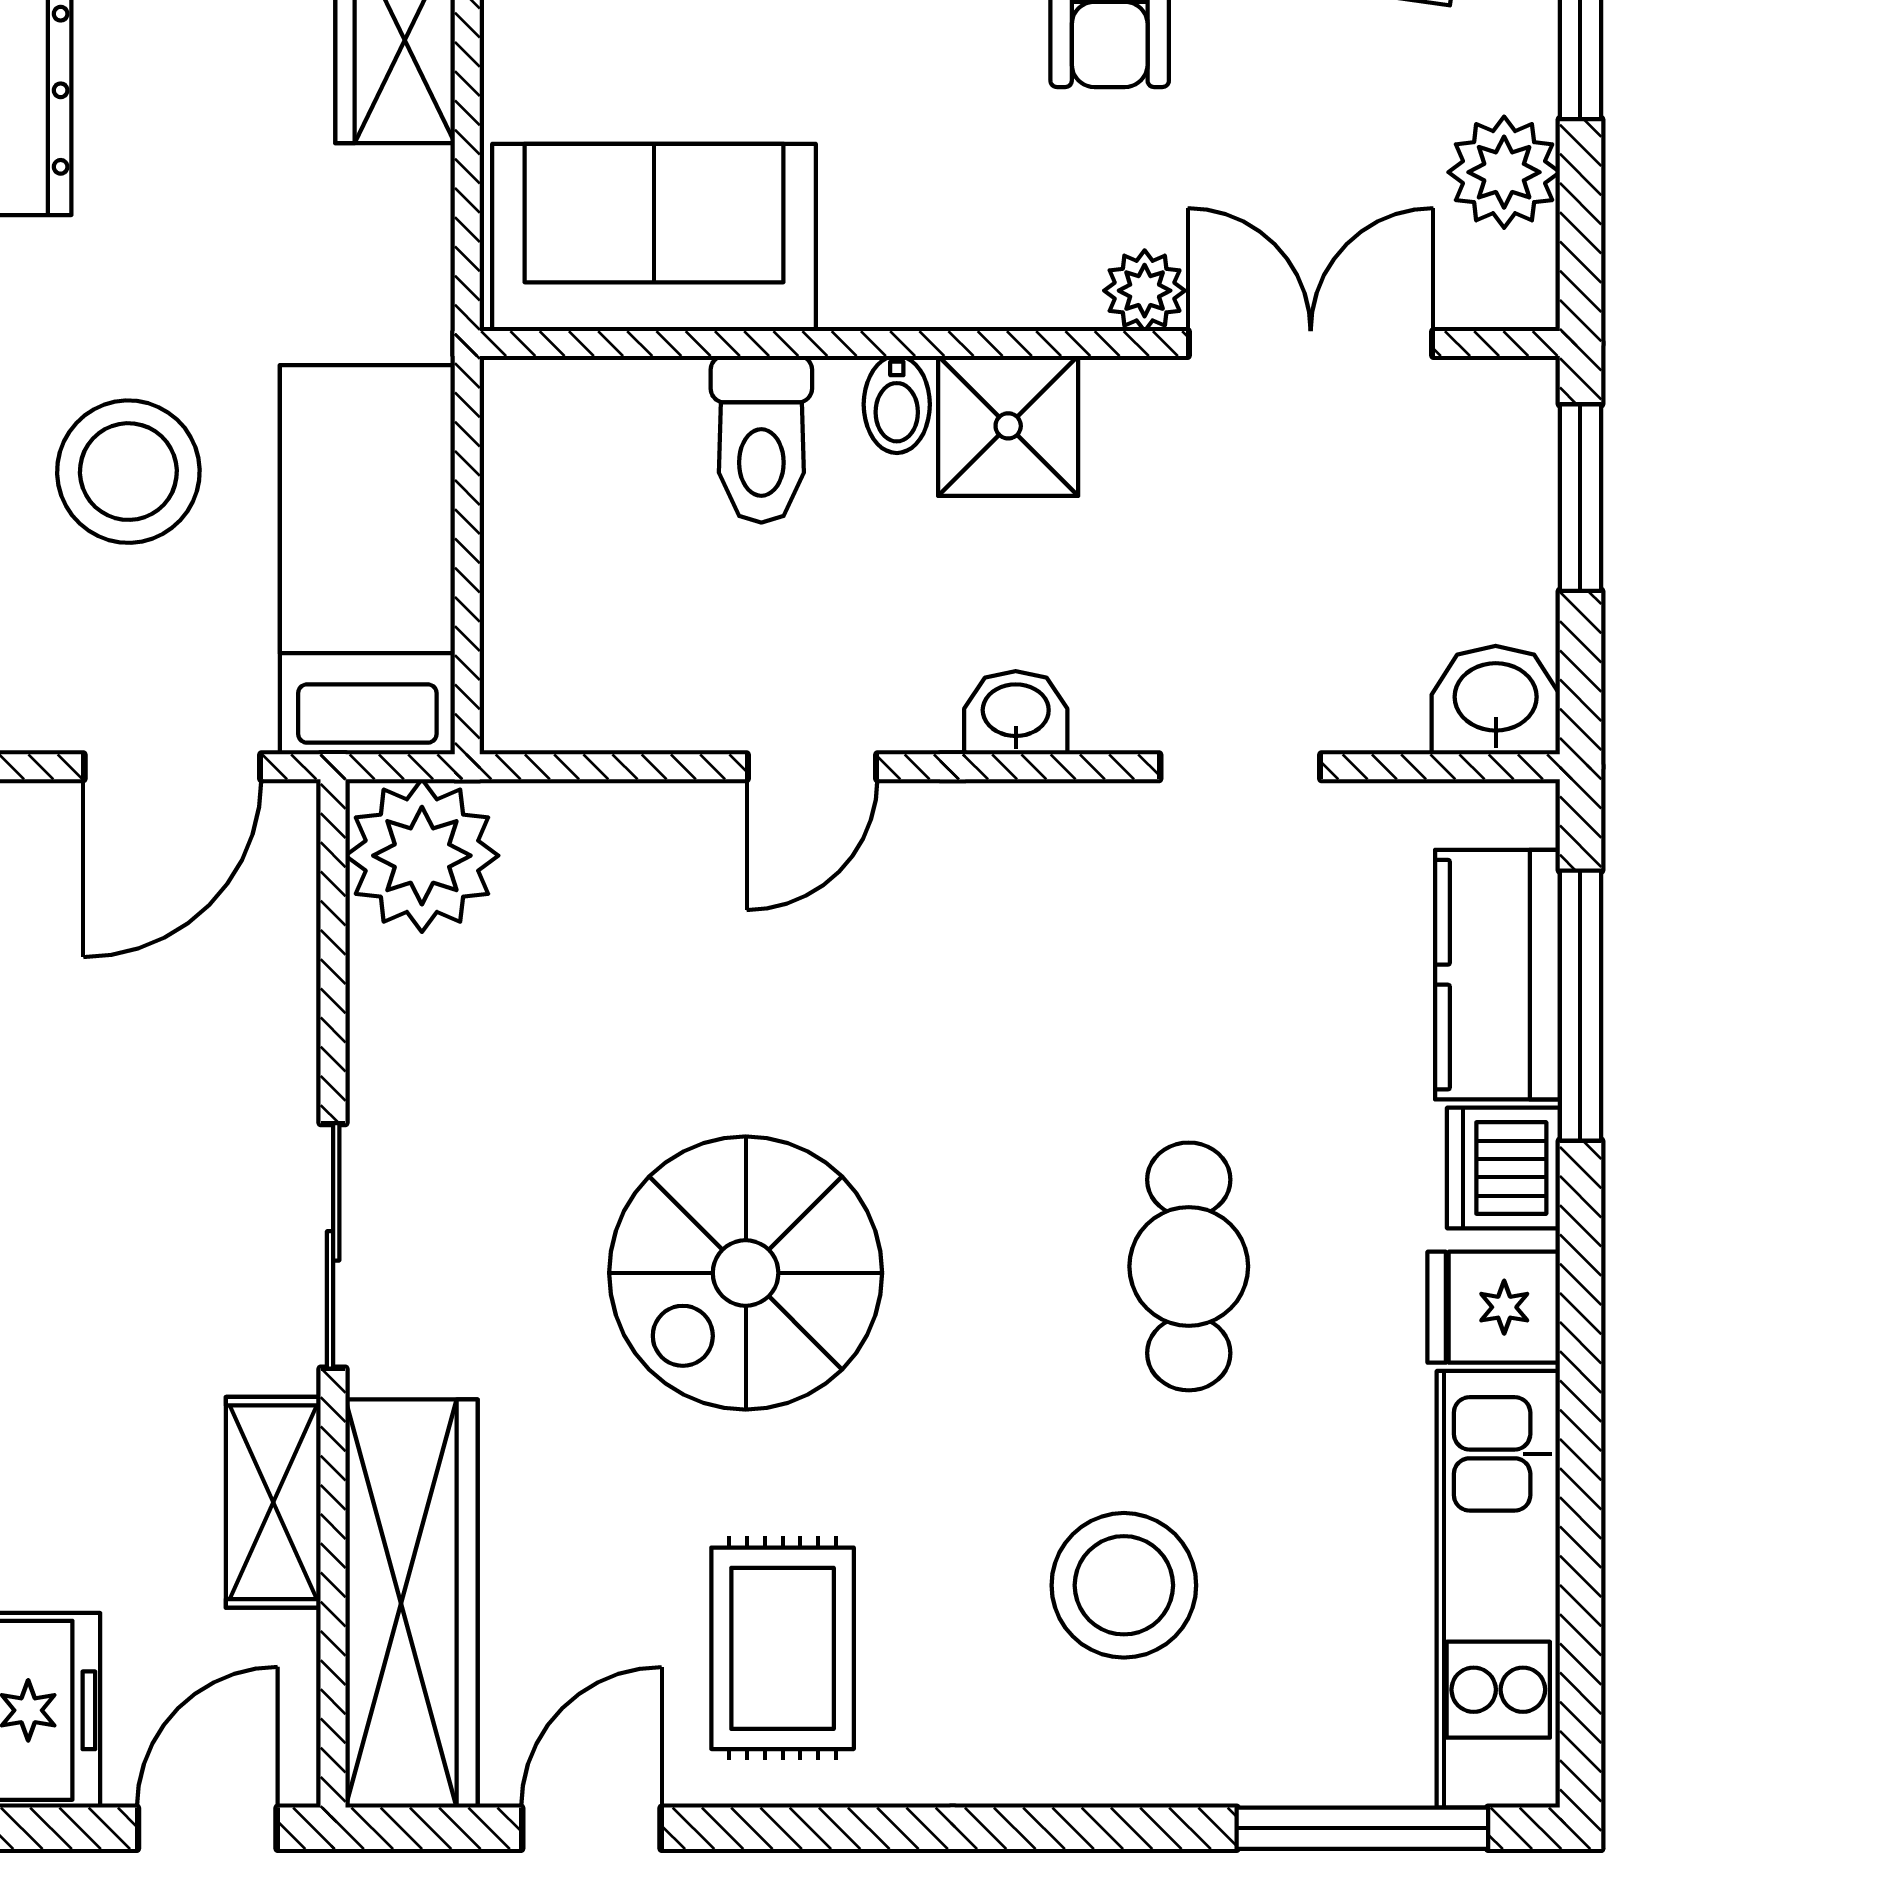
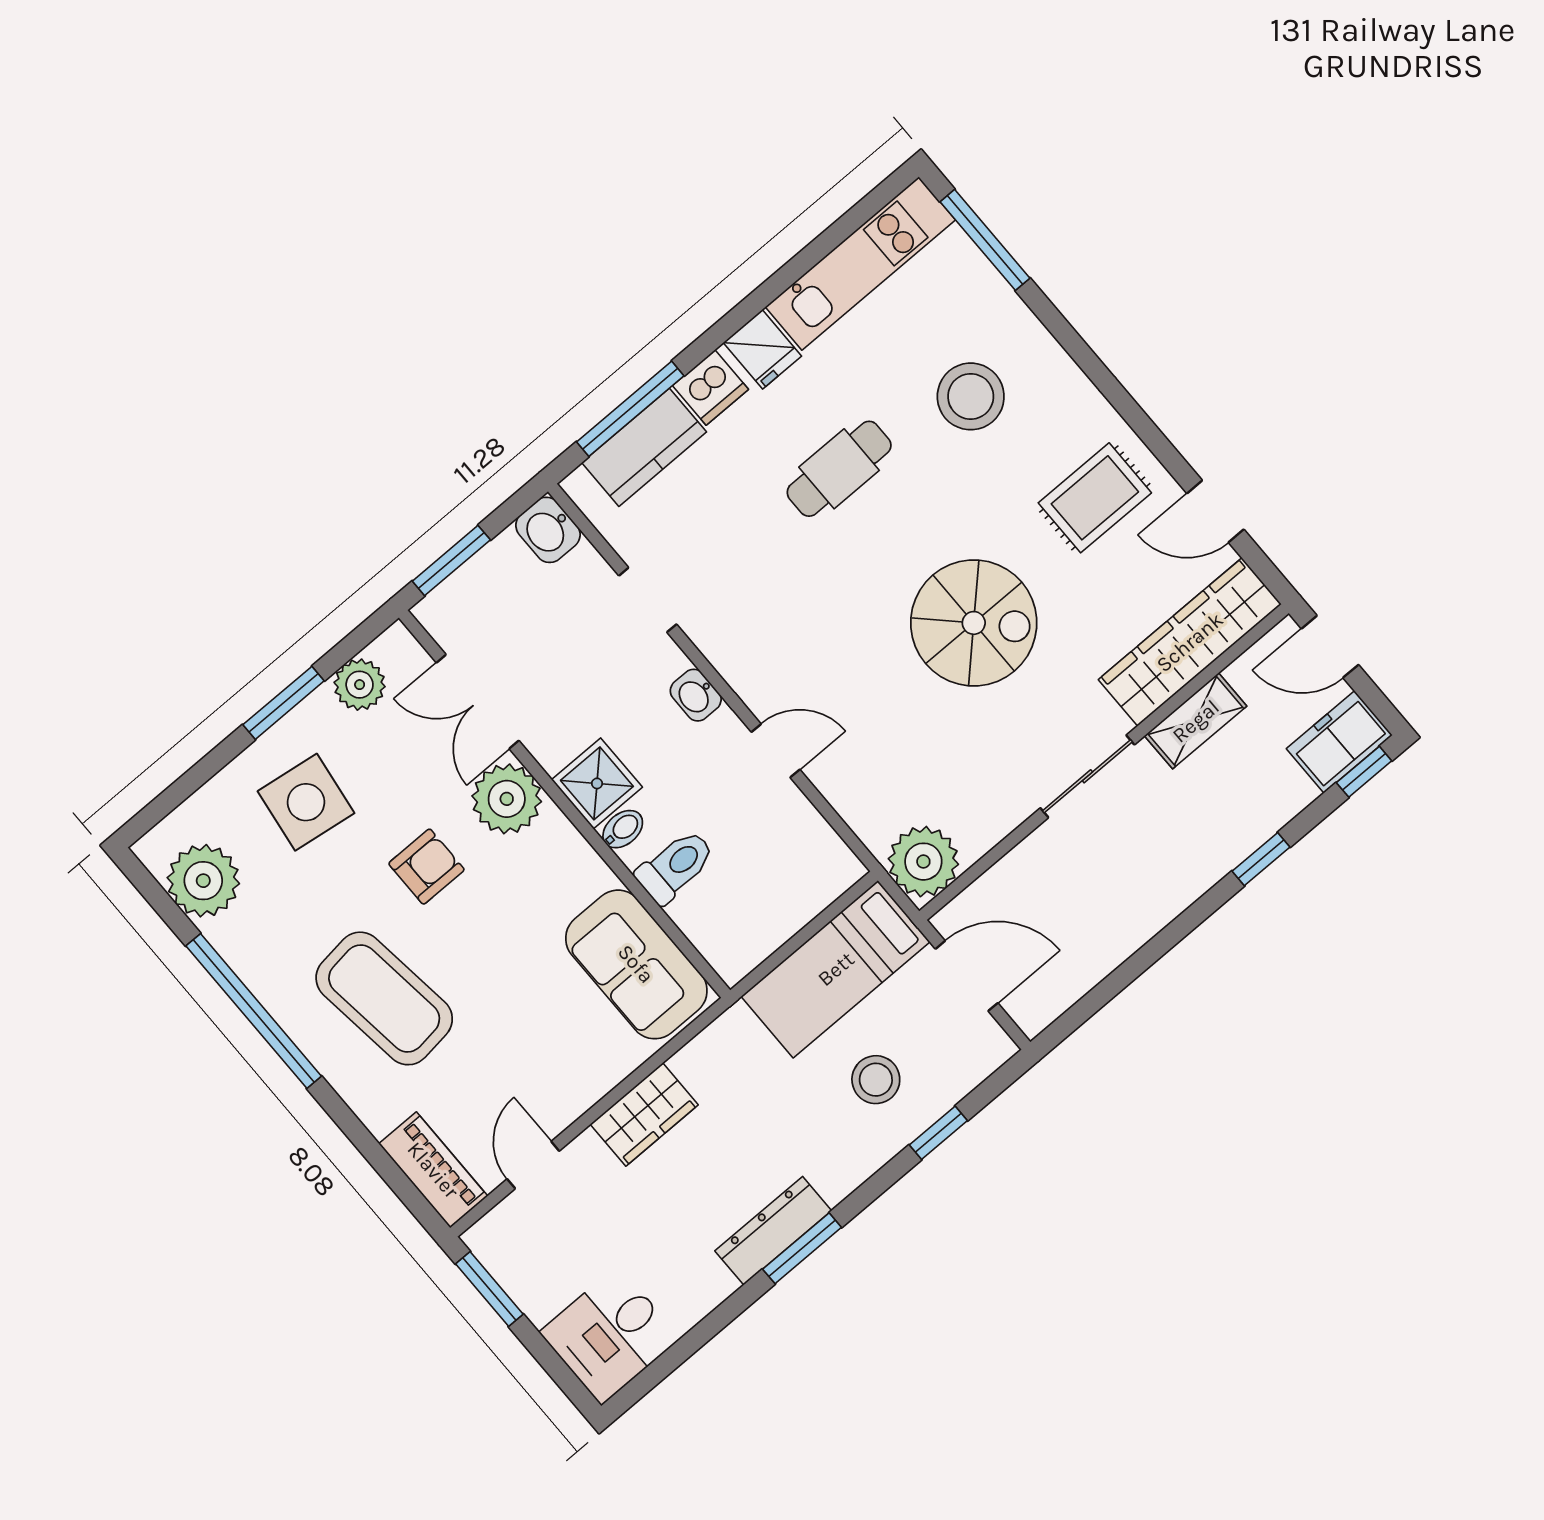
plant: (1145, 291) -> (507, 799), width x1.88, depth x1.88
stool: (128, 472) -> (876, 1080), width x0.73, depth x0.73

